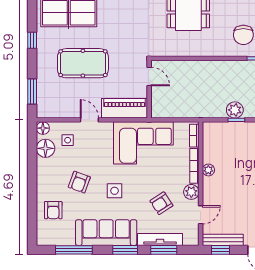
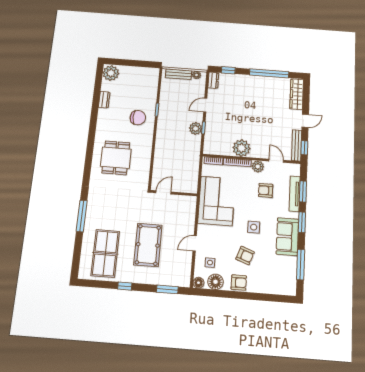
piano: (125, 108) -> (187, 214), removed
plant: (208, 170) -> (241, 148), width x1.87, depth x1.87
armchair: (161, 203) -> (266, 190), turned 123
armchair: (53, 210) -> (239, 283), moved
sofa: (106, 233) -> (287, 237), width x0.73

